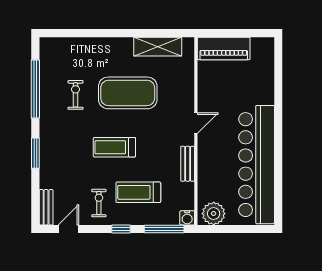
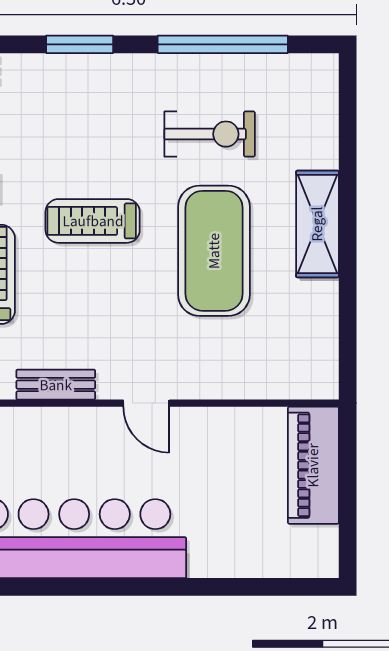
shelving: (158, 47) -> (317, 224), moved
exercise bike: (76, 95) -> (210, 134), width x1.38, depth x1.39
treadmill: (114, 147) -> (93, 221), turned -90

